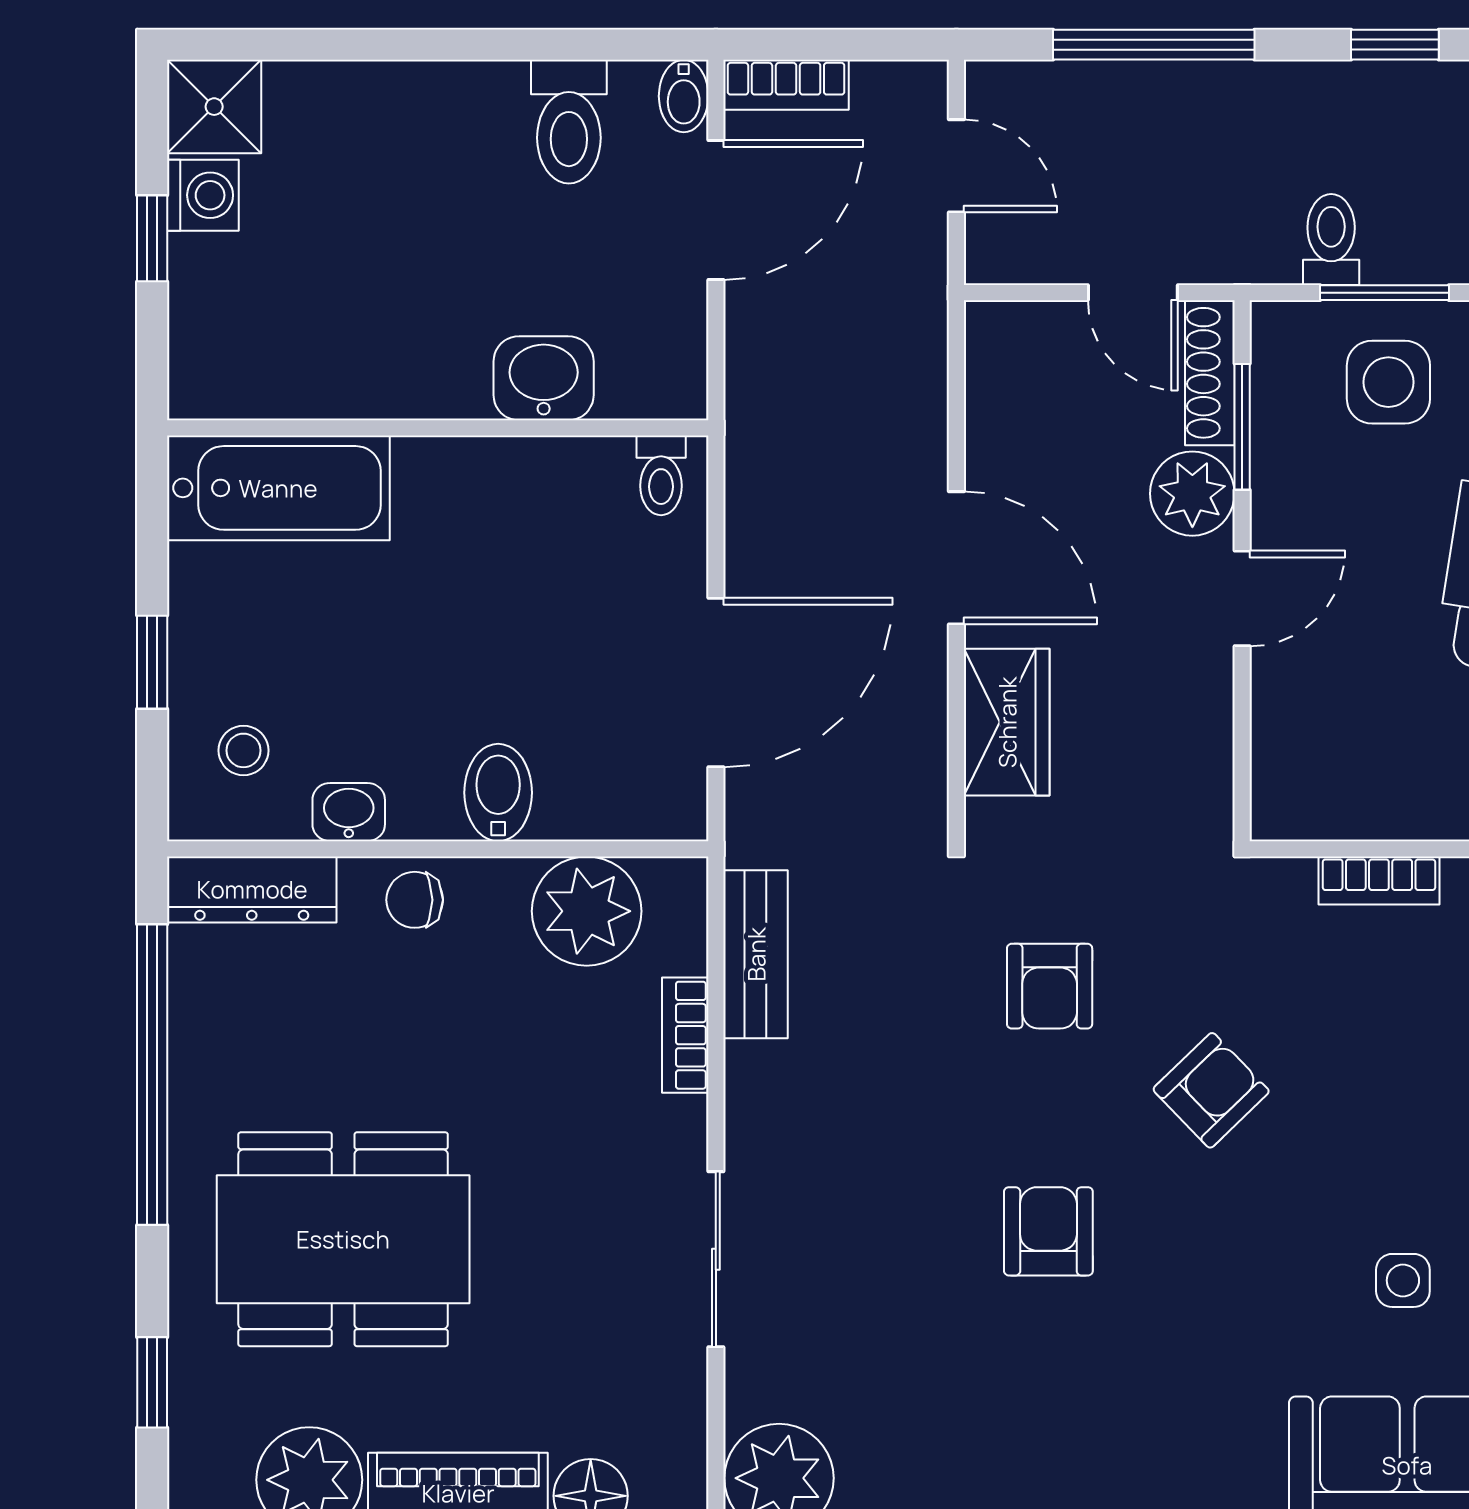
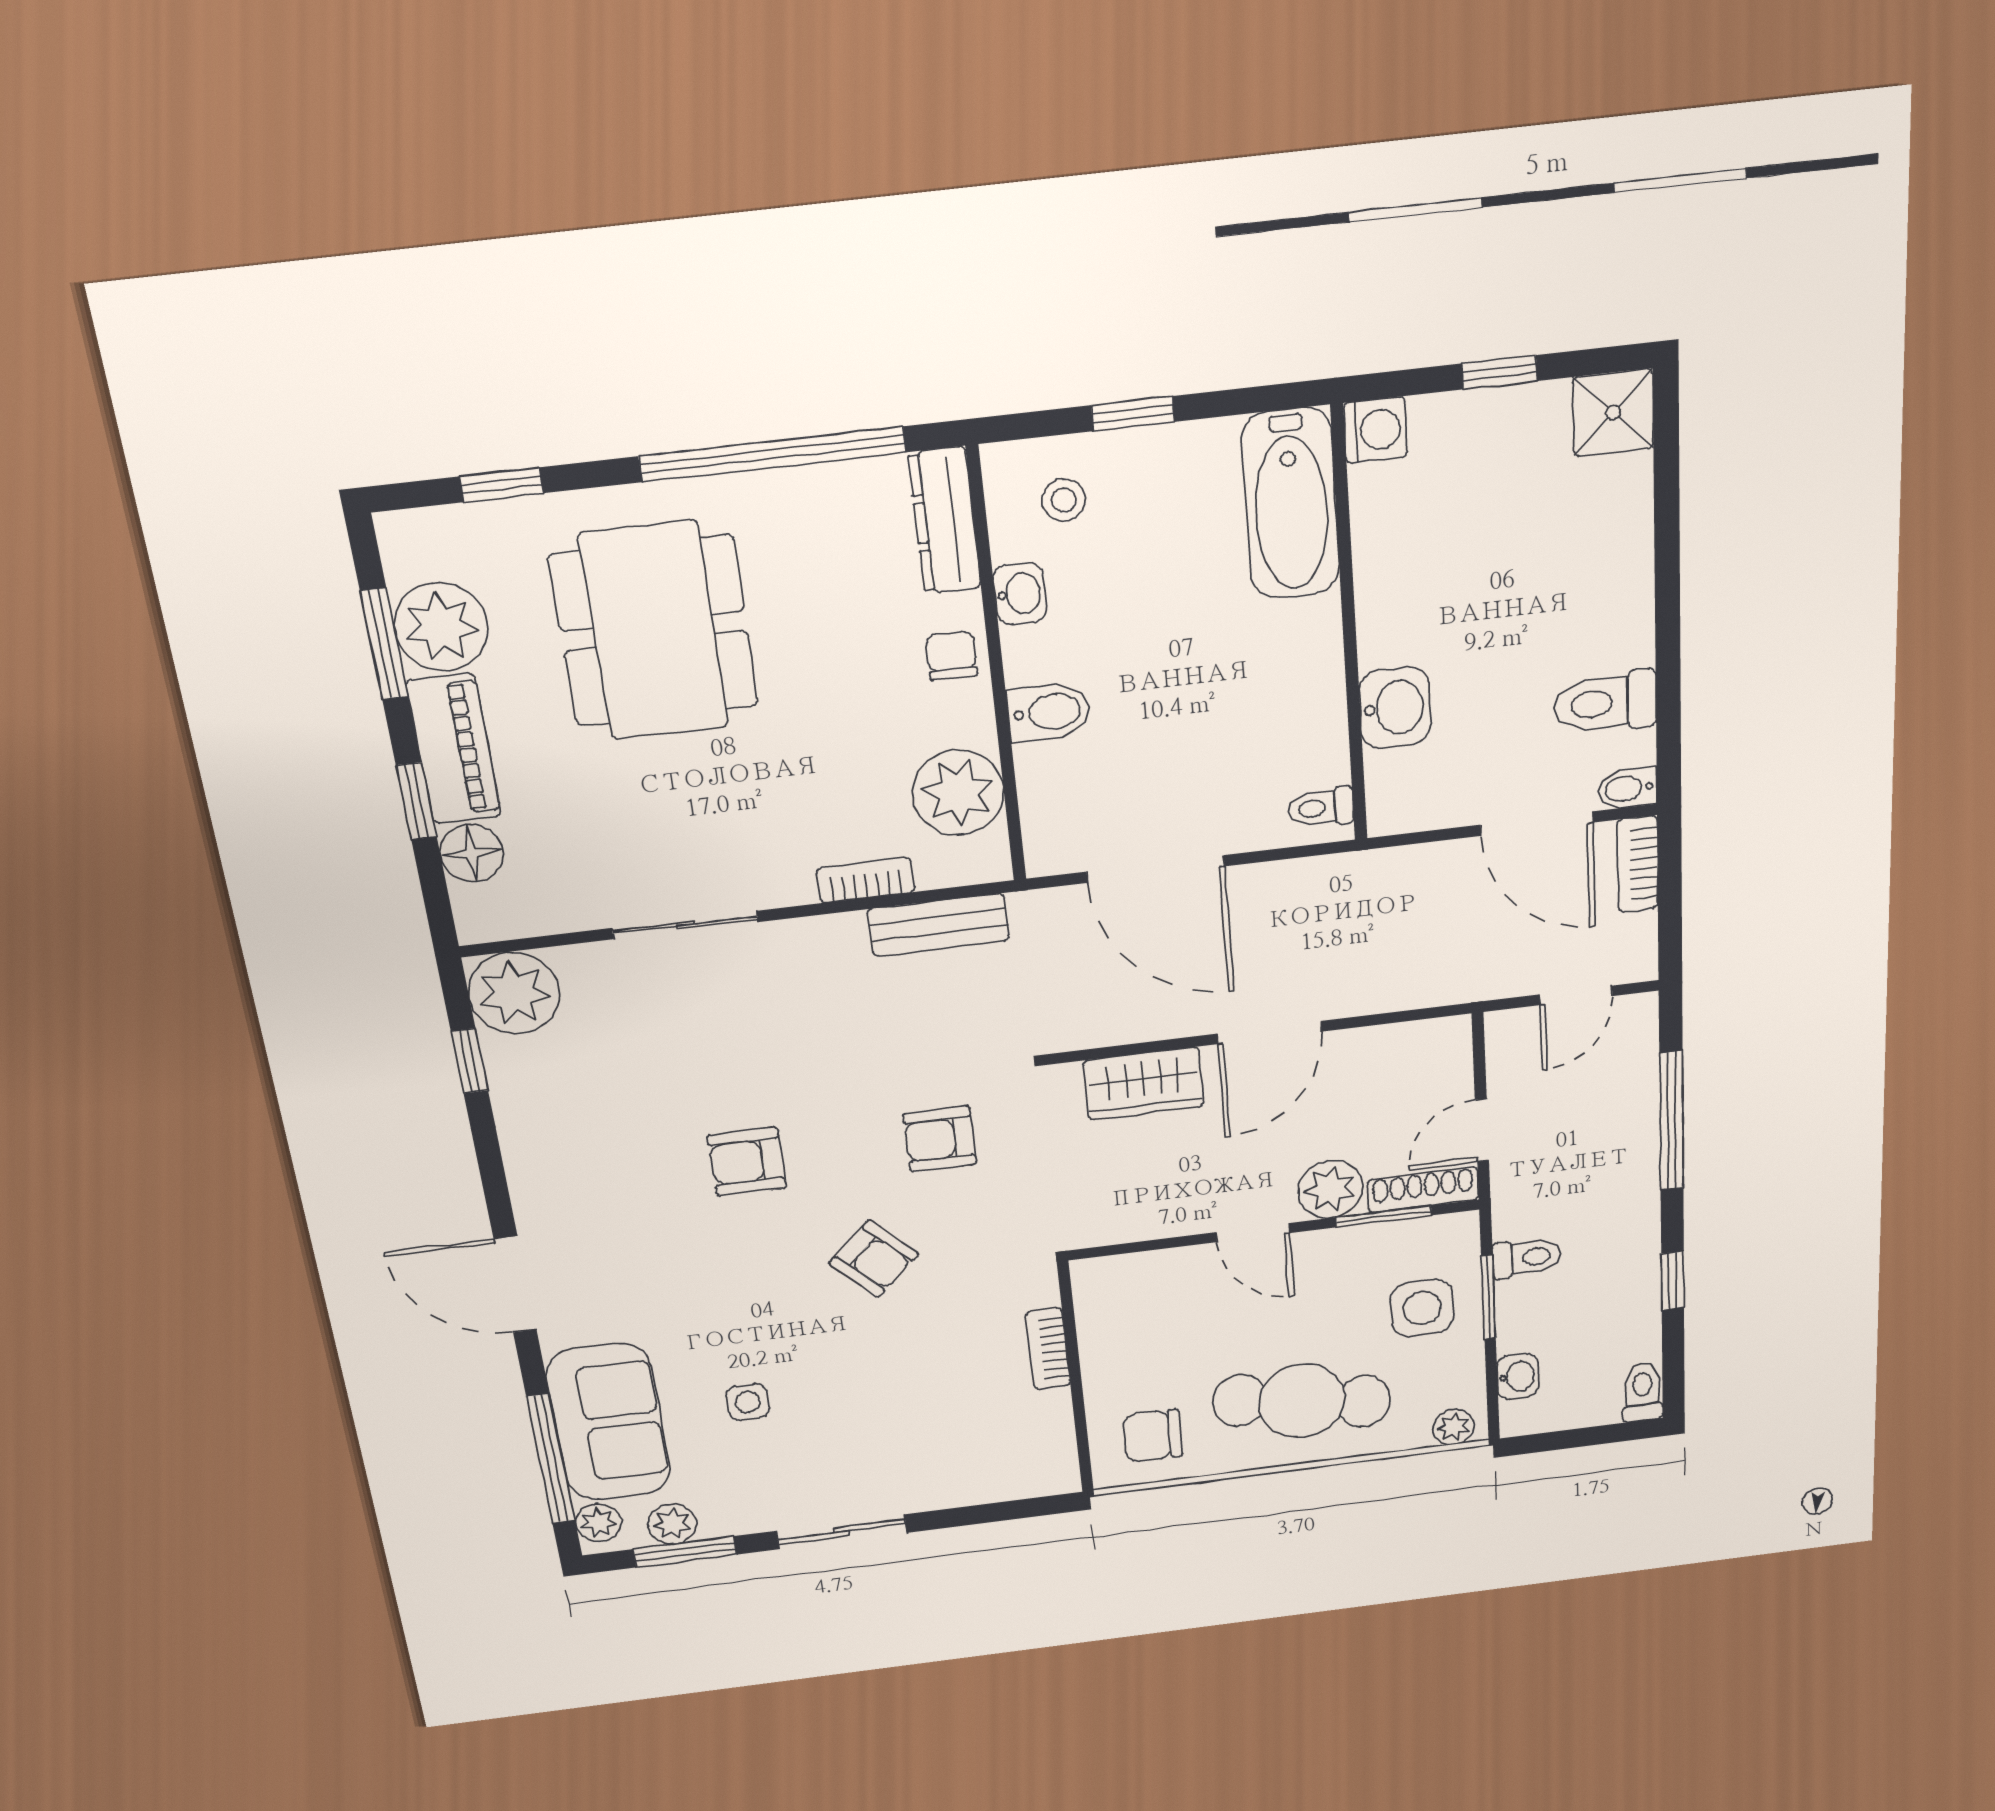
washing machine: (203, 195) -> (1375, 430), moved, turned -90
armchair: (1048, 1231) -> (747, 1162), turned 180

